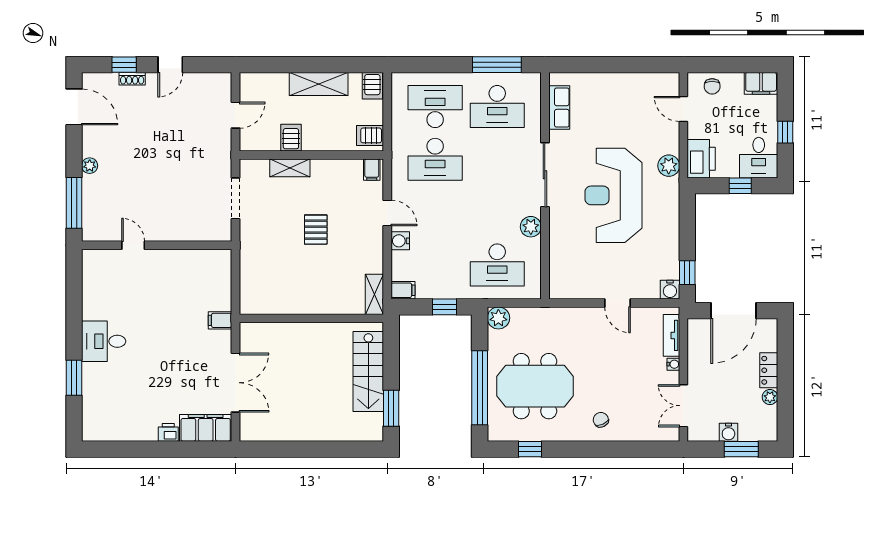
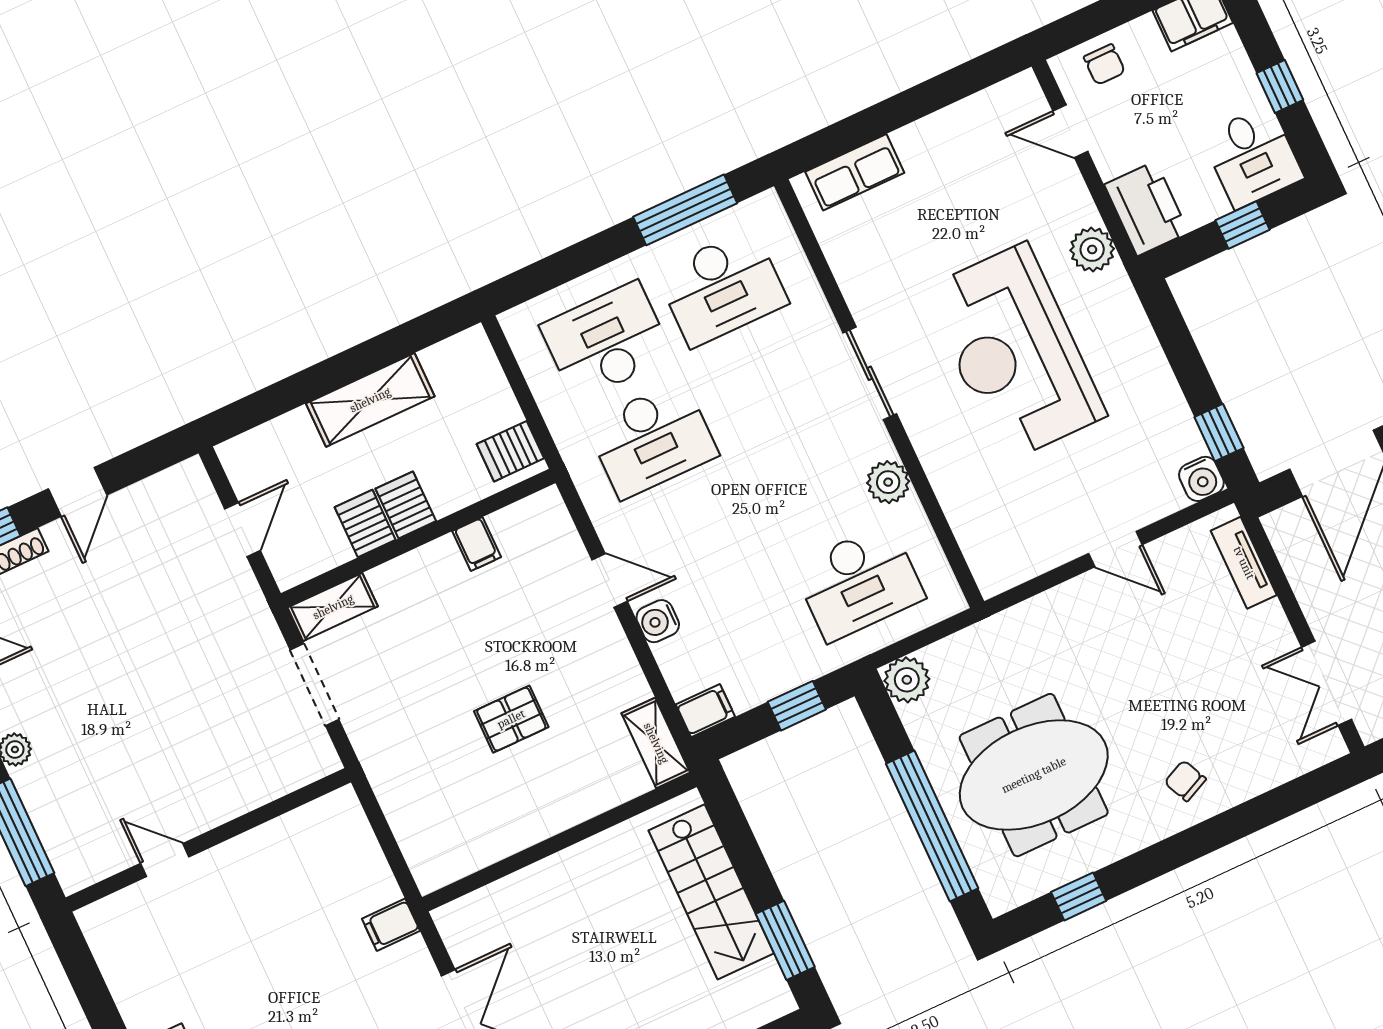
server rack: (372, 86) -> (406, 505), moved, turned 180
row of seats: (559, 108) -> (855, 172), moved, turned 90
shelving: (290, 168) -> (333, 607), moved
filing cabinet: (372, 170) -> (477, 544), moved
sliding door: (545, 175) -> (870, 373), width x0.73
pallet: (316, 230) -> (511, 719), moved, turned 90
water cooler: (673, 364) -> (1272, 615), removed

